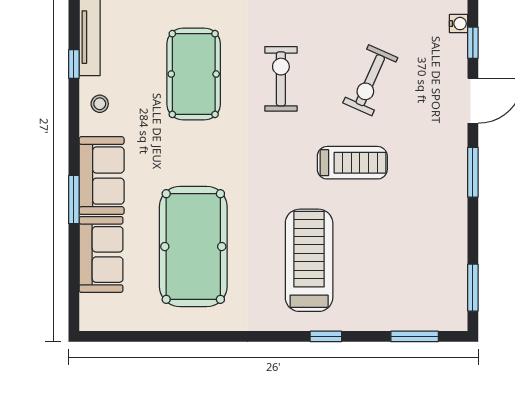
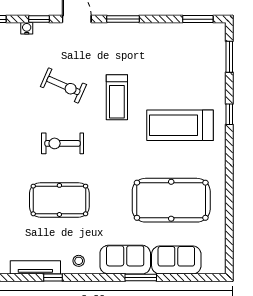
treadmill: (352, 163) -> (117, 97), turned 180

